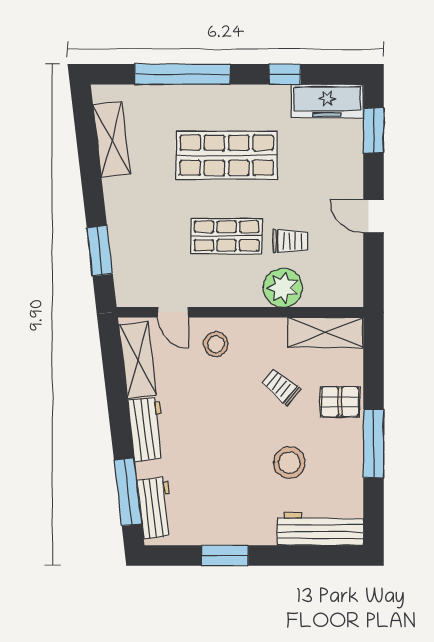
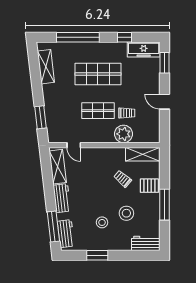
stool: (216, 344) -> (102, 222), moved
workbench: (320, 529) -> (146, 243), width x0.73

